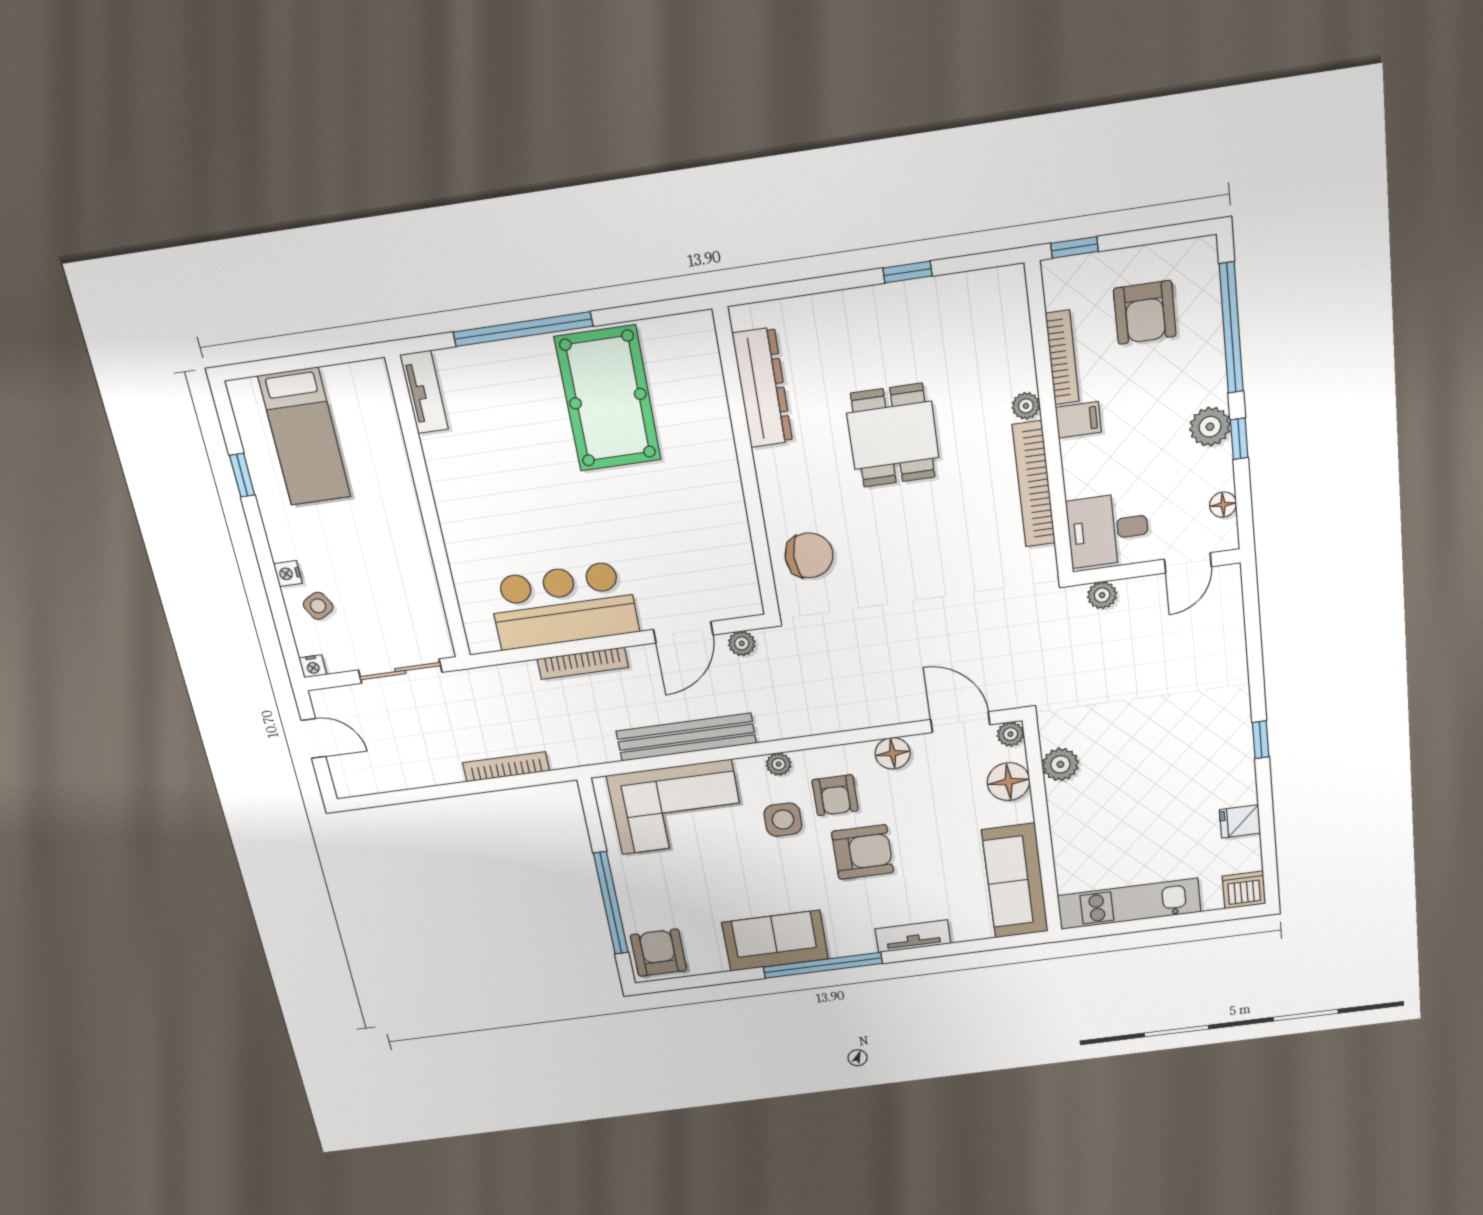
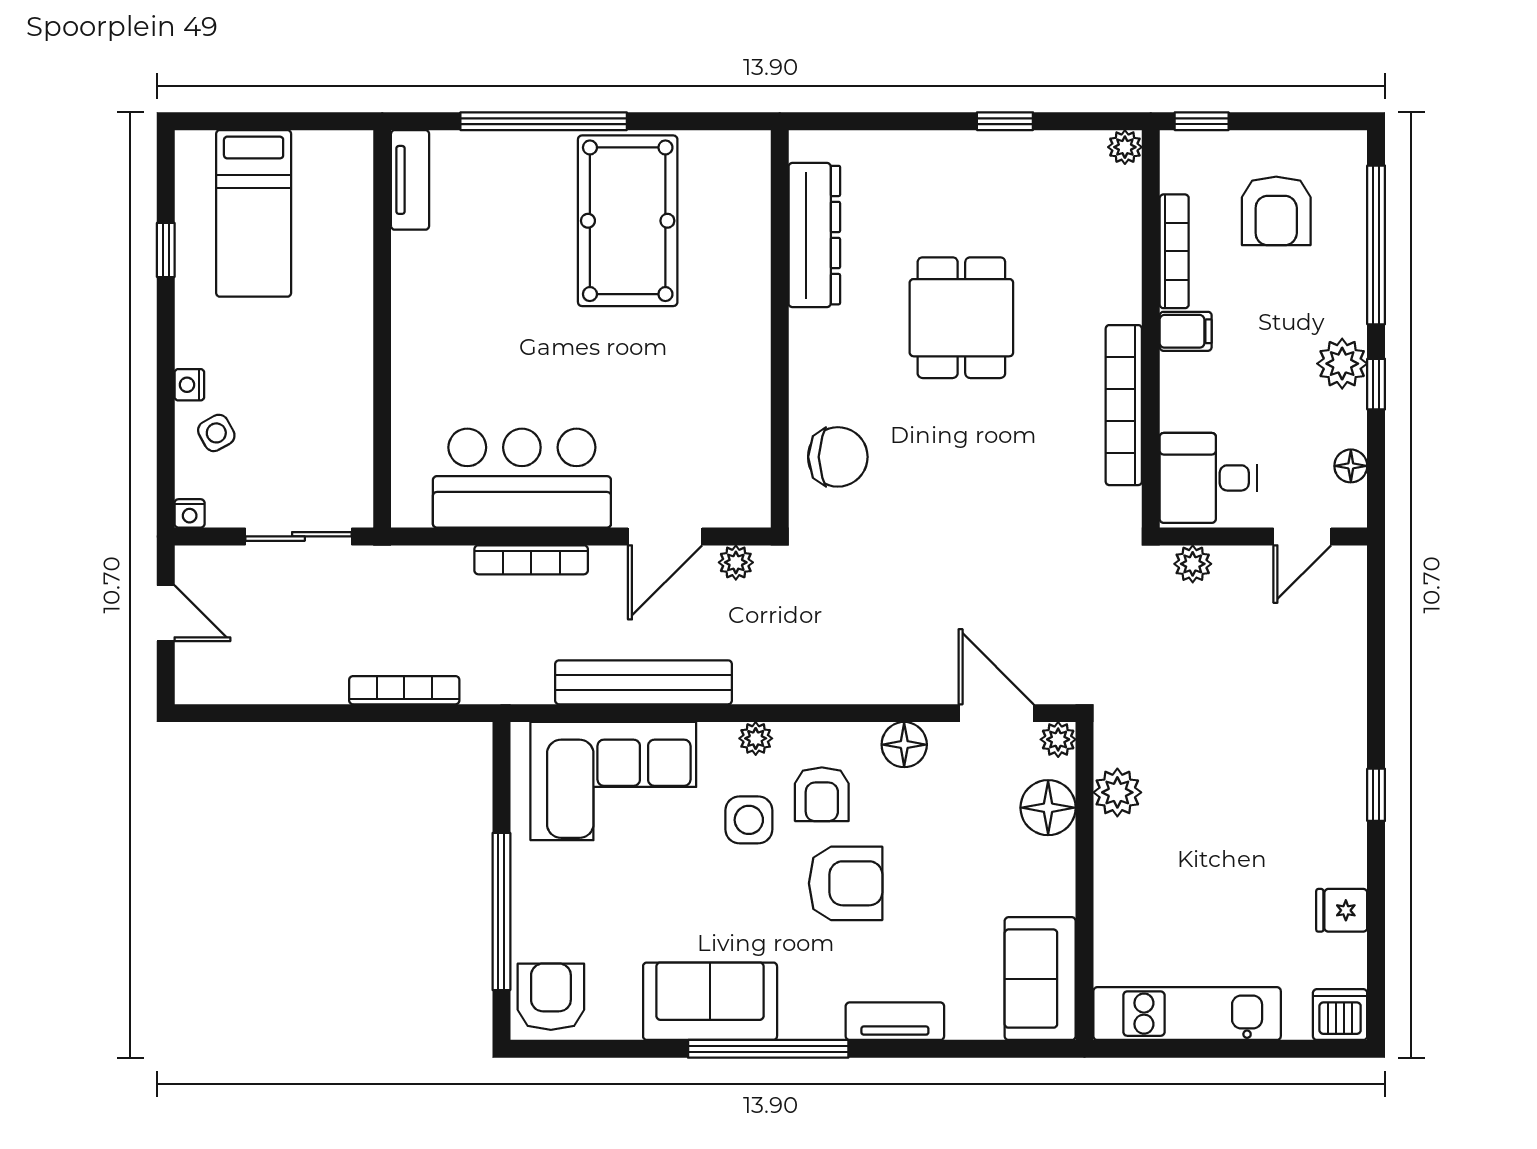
plant: (1026, 406) -> (1125, 147), moved
sofa: (1015, 881) -> (1040, 979), width x0.73

